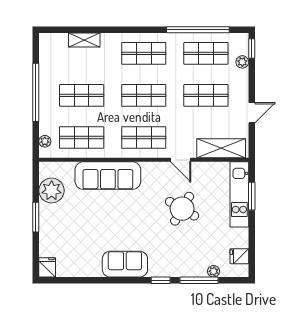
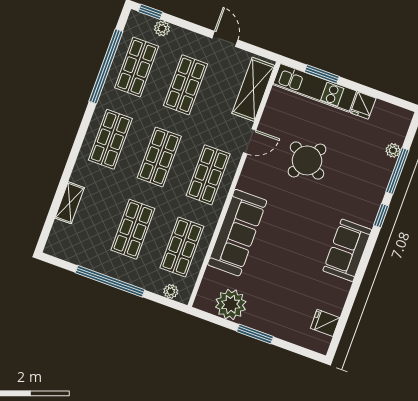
fridge: (239, 256) -> (363, 105), moved
fridge: (47, 267) -> (325, 323), moved

